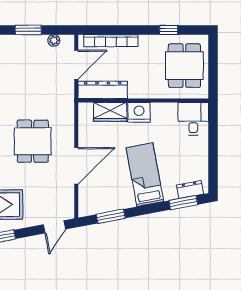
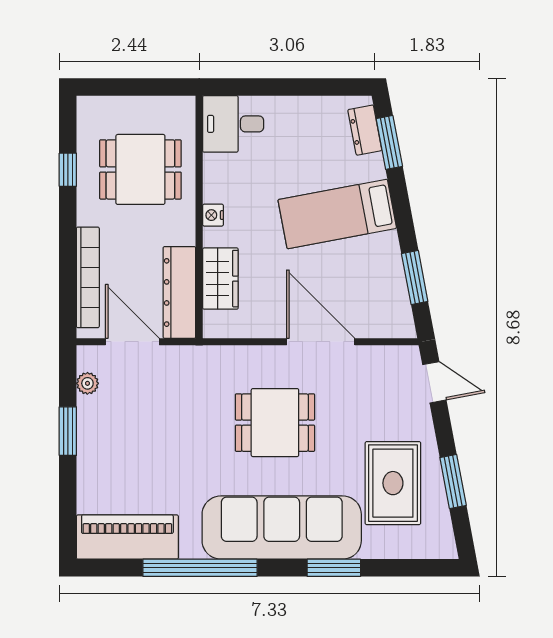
dining table: (184, 66) -> (140, 169), moved
nightstand: (139, 112) -> (213, 215), width x0.53, depth x0.56

